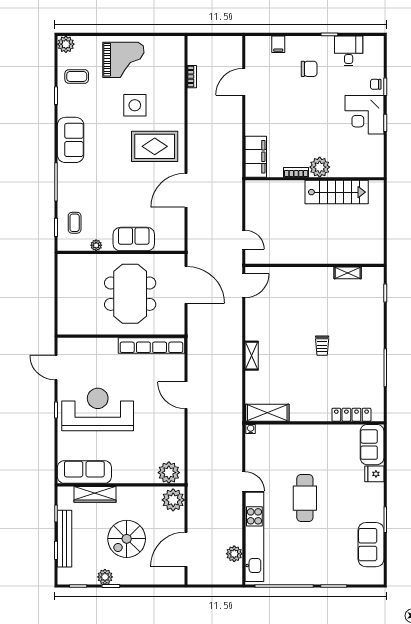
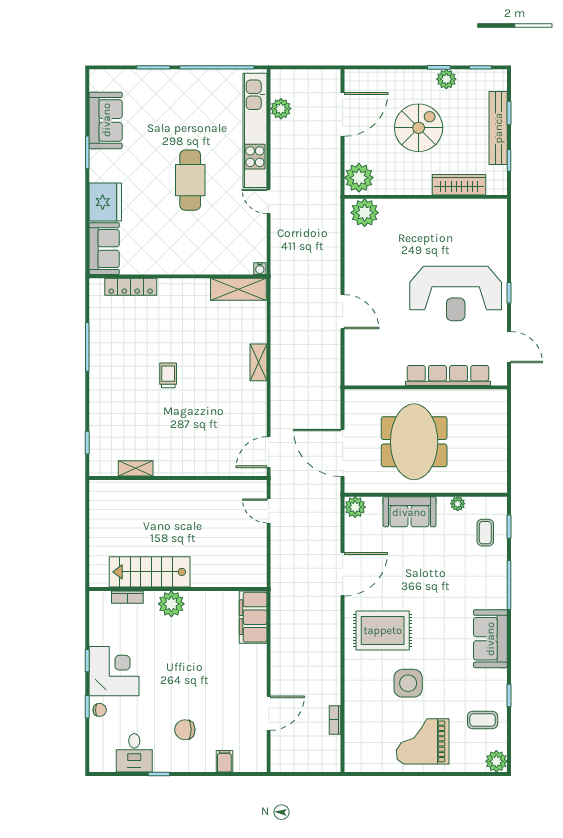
bookcase: (296, 172) -> (127, 597), moved
plant: (176, 243) -> (355, 507), added
row of seats: (151, 345) -> (448, 375), moved
sofa: (84, 472) -> (473, 213), removed
fridge: (374, 474) -> (105, 202), width x1.88, depth x1.34

